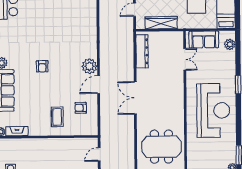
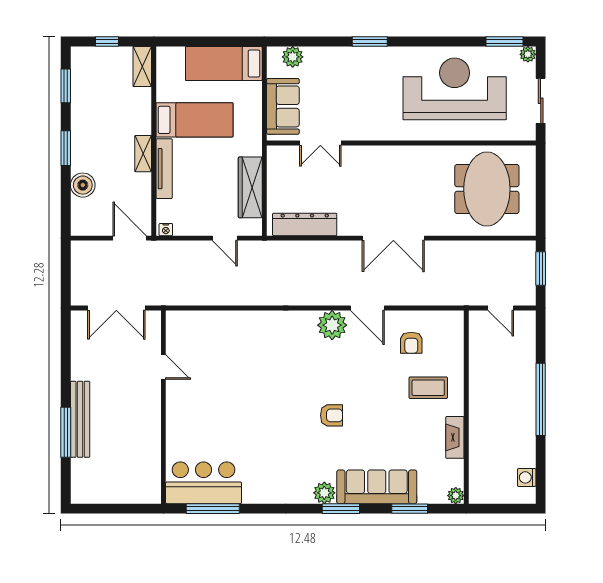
double door: (185, 59) -> (320, 143), swing flipped
reception desk: (213, 110) -> (455, 89), moved
fireplace: (17, 131) -> (455, 437), moved

